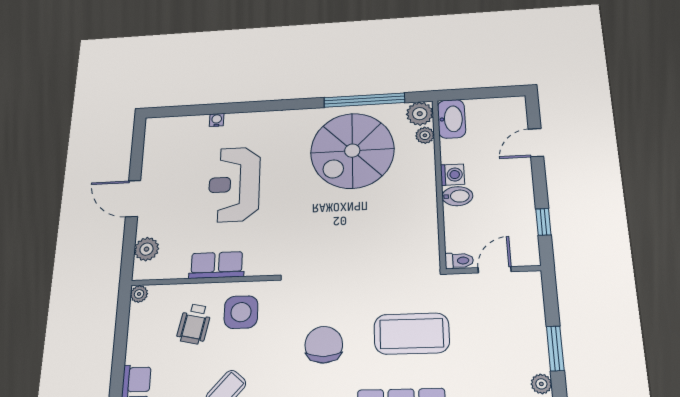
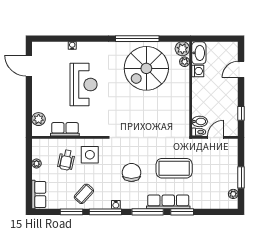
window: (364, 100) -> (137, 39), moved
washing machine: (452, 175) -> (198, 71), moved
reception desk: (234, 184) -> (84, 85), turned 180
bidet: (457, 196) -> (200, 121), moved
door: (133, 199) -> (29, 66), moved
row of seats: (217, 265) -> (65, 129), moved
plant: (139, 294) -> (37, 163), moved

